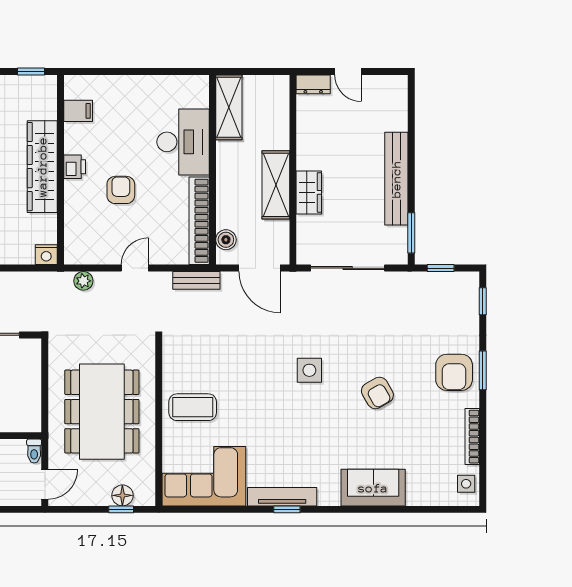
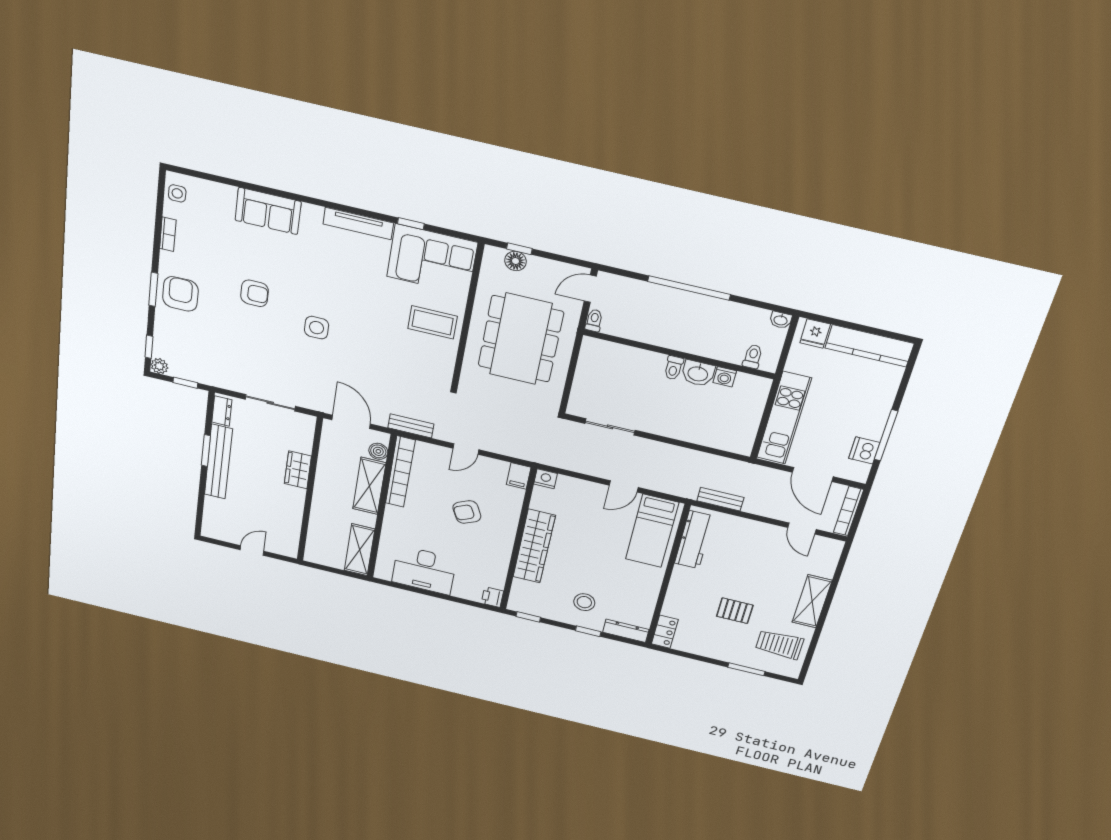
door: (348, 71) -> (252, 551), hinge flipped
dresser: (313, 84) -> (222, 411), moved, turned 90
filing cabinet: (78, 111) -> (519, 476), moved, turned -90
desk: (183, 142) -> (424, 570), moved, turned -90
printer: (75, 167) -> (492, 597), moved
shelving: (276, 185) -> (369, 486), moved
armchair: (121, 190) -> (467, 512), turned 64
window: (411, 233) -> (206, 451), moved
sliding door: (348, 268) -> (270, 403), width x0.73
plant: (83, 281) -> (159, 366), moved
armchair: (377, 393) -> (255, 293), turned 120
bookcase: (472, 437) -> (168, 234), width x0.64
window: (287, 509) -> (411, 224), moved

